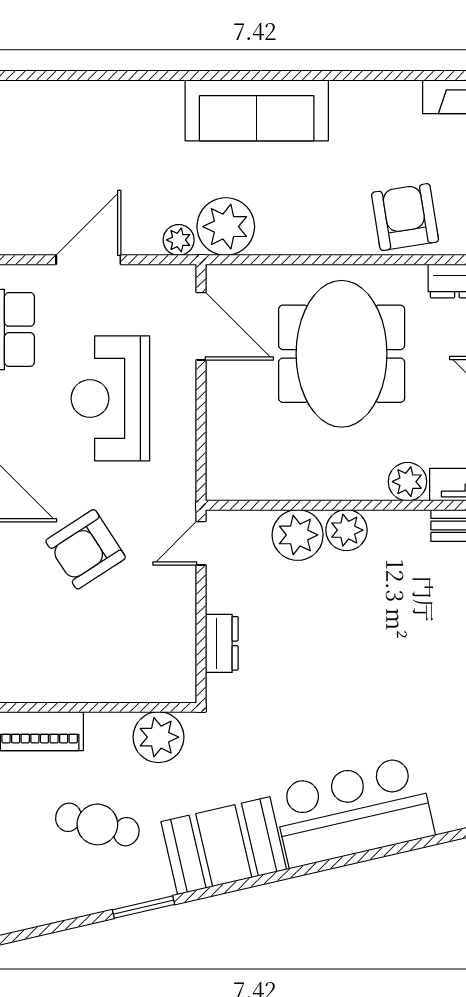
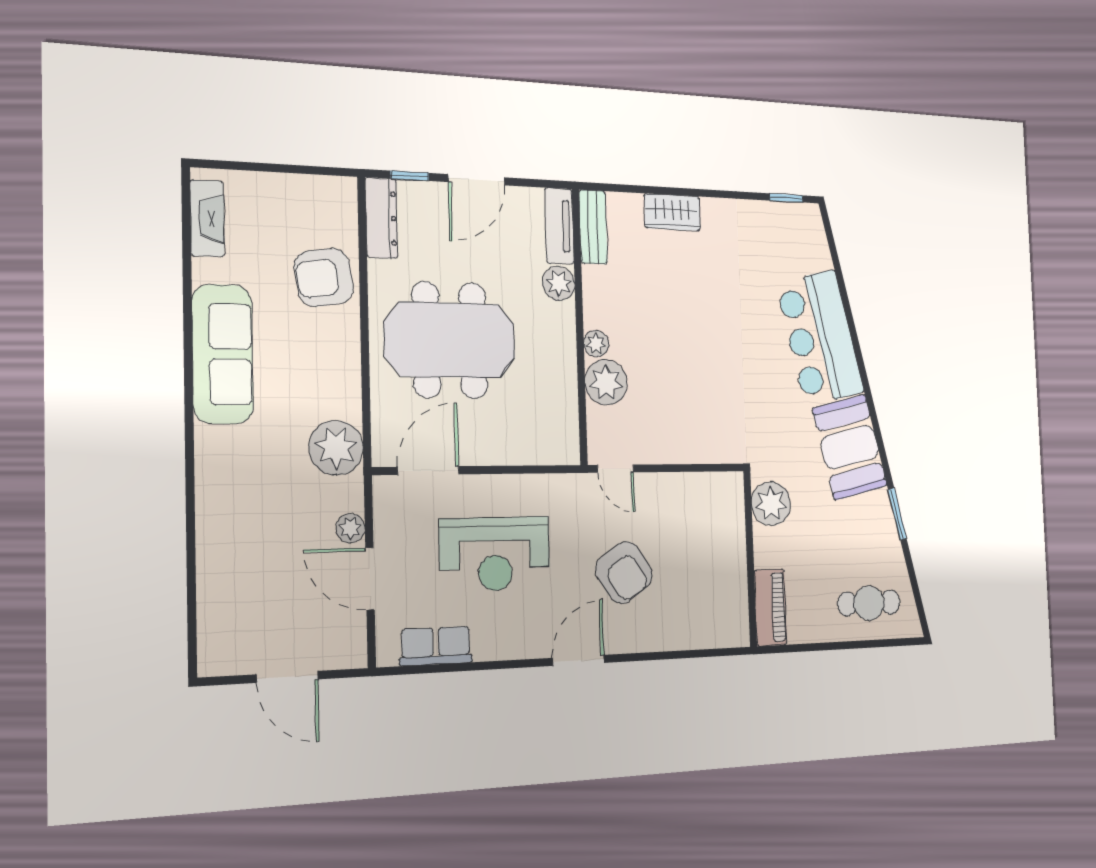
sofa: (257, 110) -> (223, 354), moved
plant: (179, 240) -> (350, 528), moved
plant: (347, 530) -> (596, 344), width x0.73, depth x0.73
dresser: (222, 643) -> (696, 450), removed
cafe table: (97, 824) -> (869, 603), moved, turned 76

